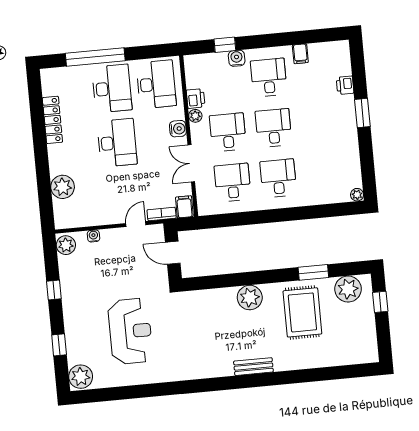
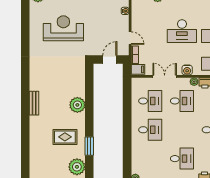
desk: (274, 128) -> (182, 159), moved
rug: (302, 312) -> (65, 137), width x0.73, depth x0.70
reception desk: (130, 331) -> (63, 28), turned 180

